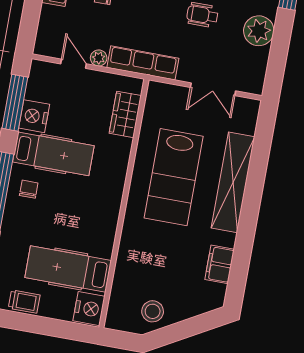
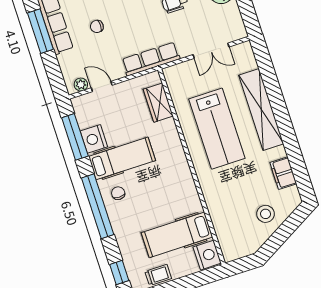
plant: (99, 58) -> (81, 85), moved
stool: (153, 311) -> (266, 214), moved

